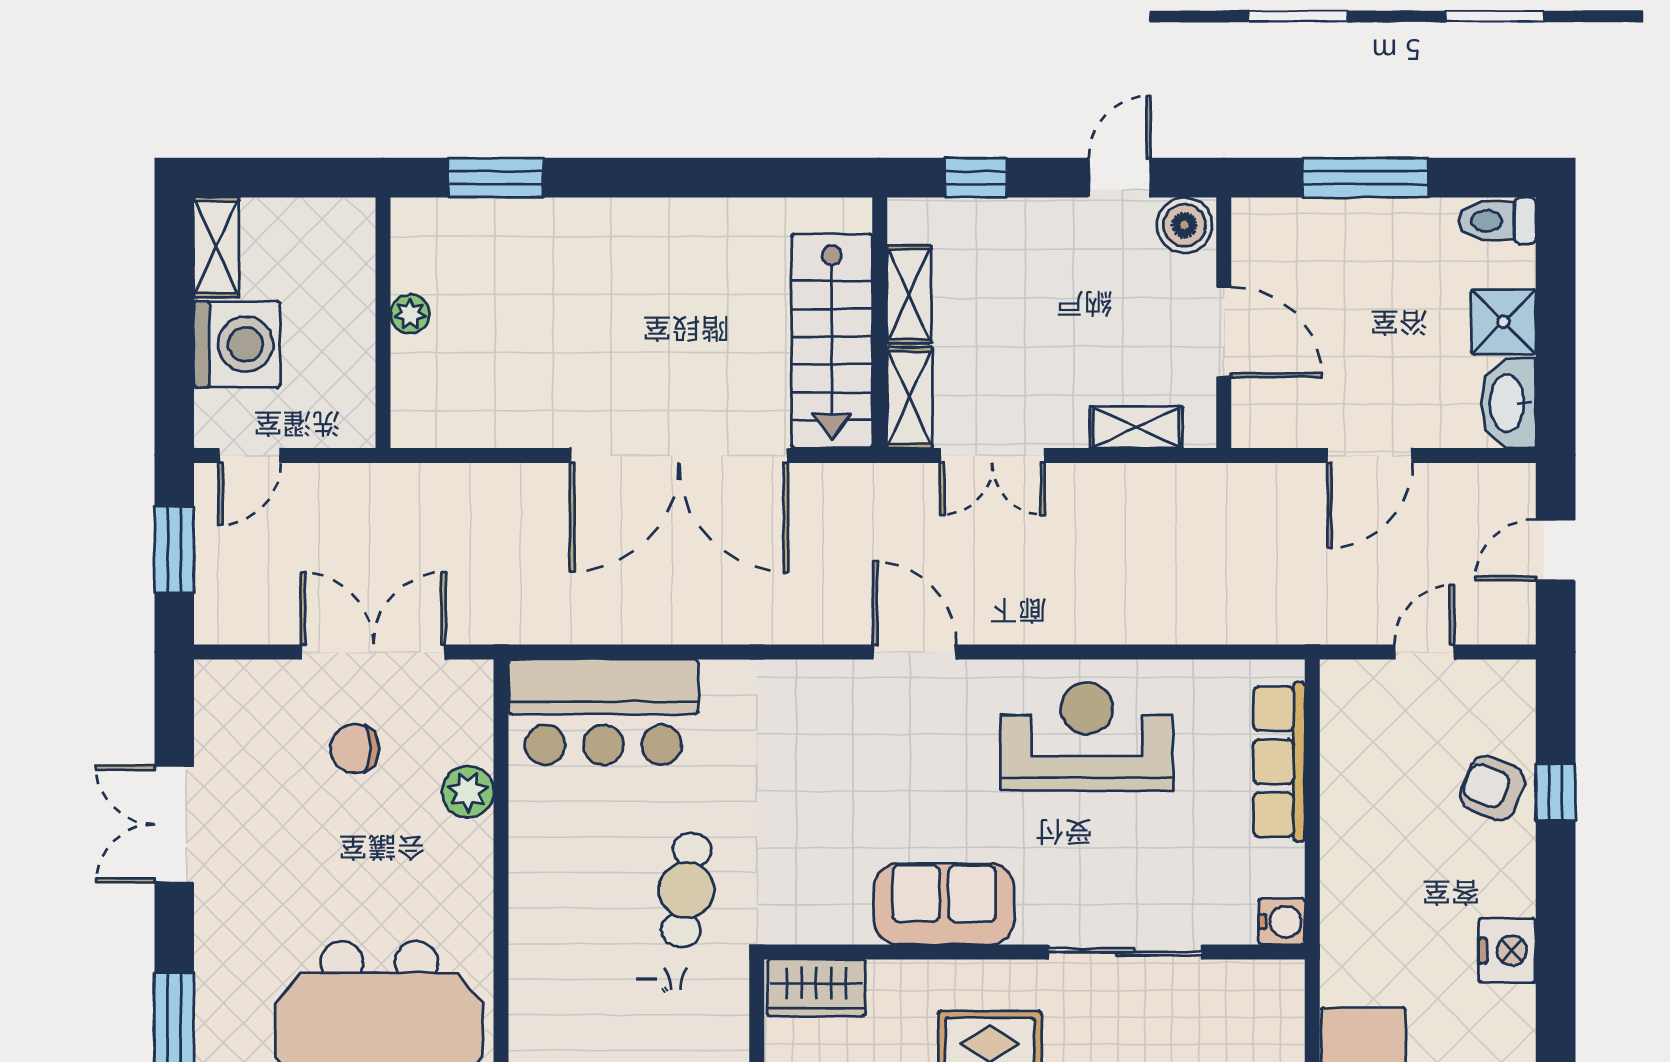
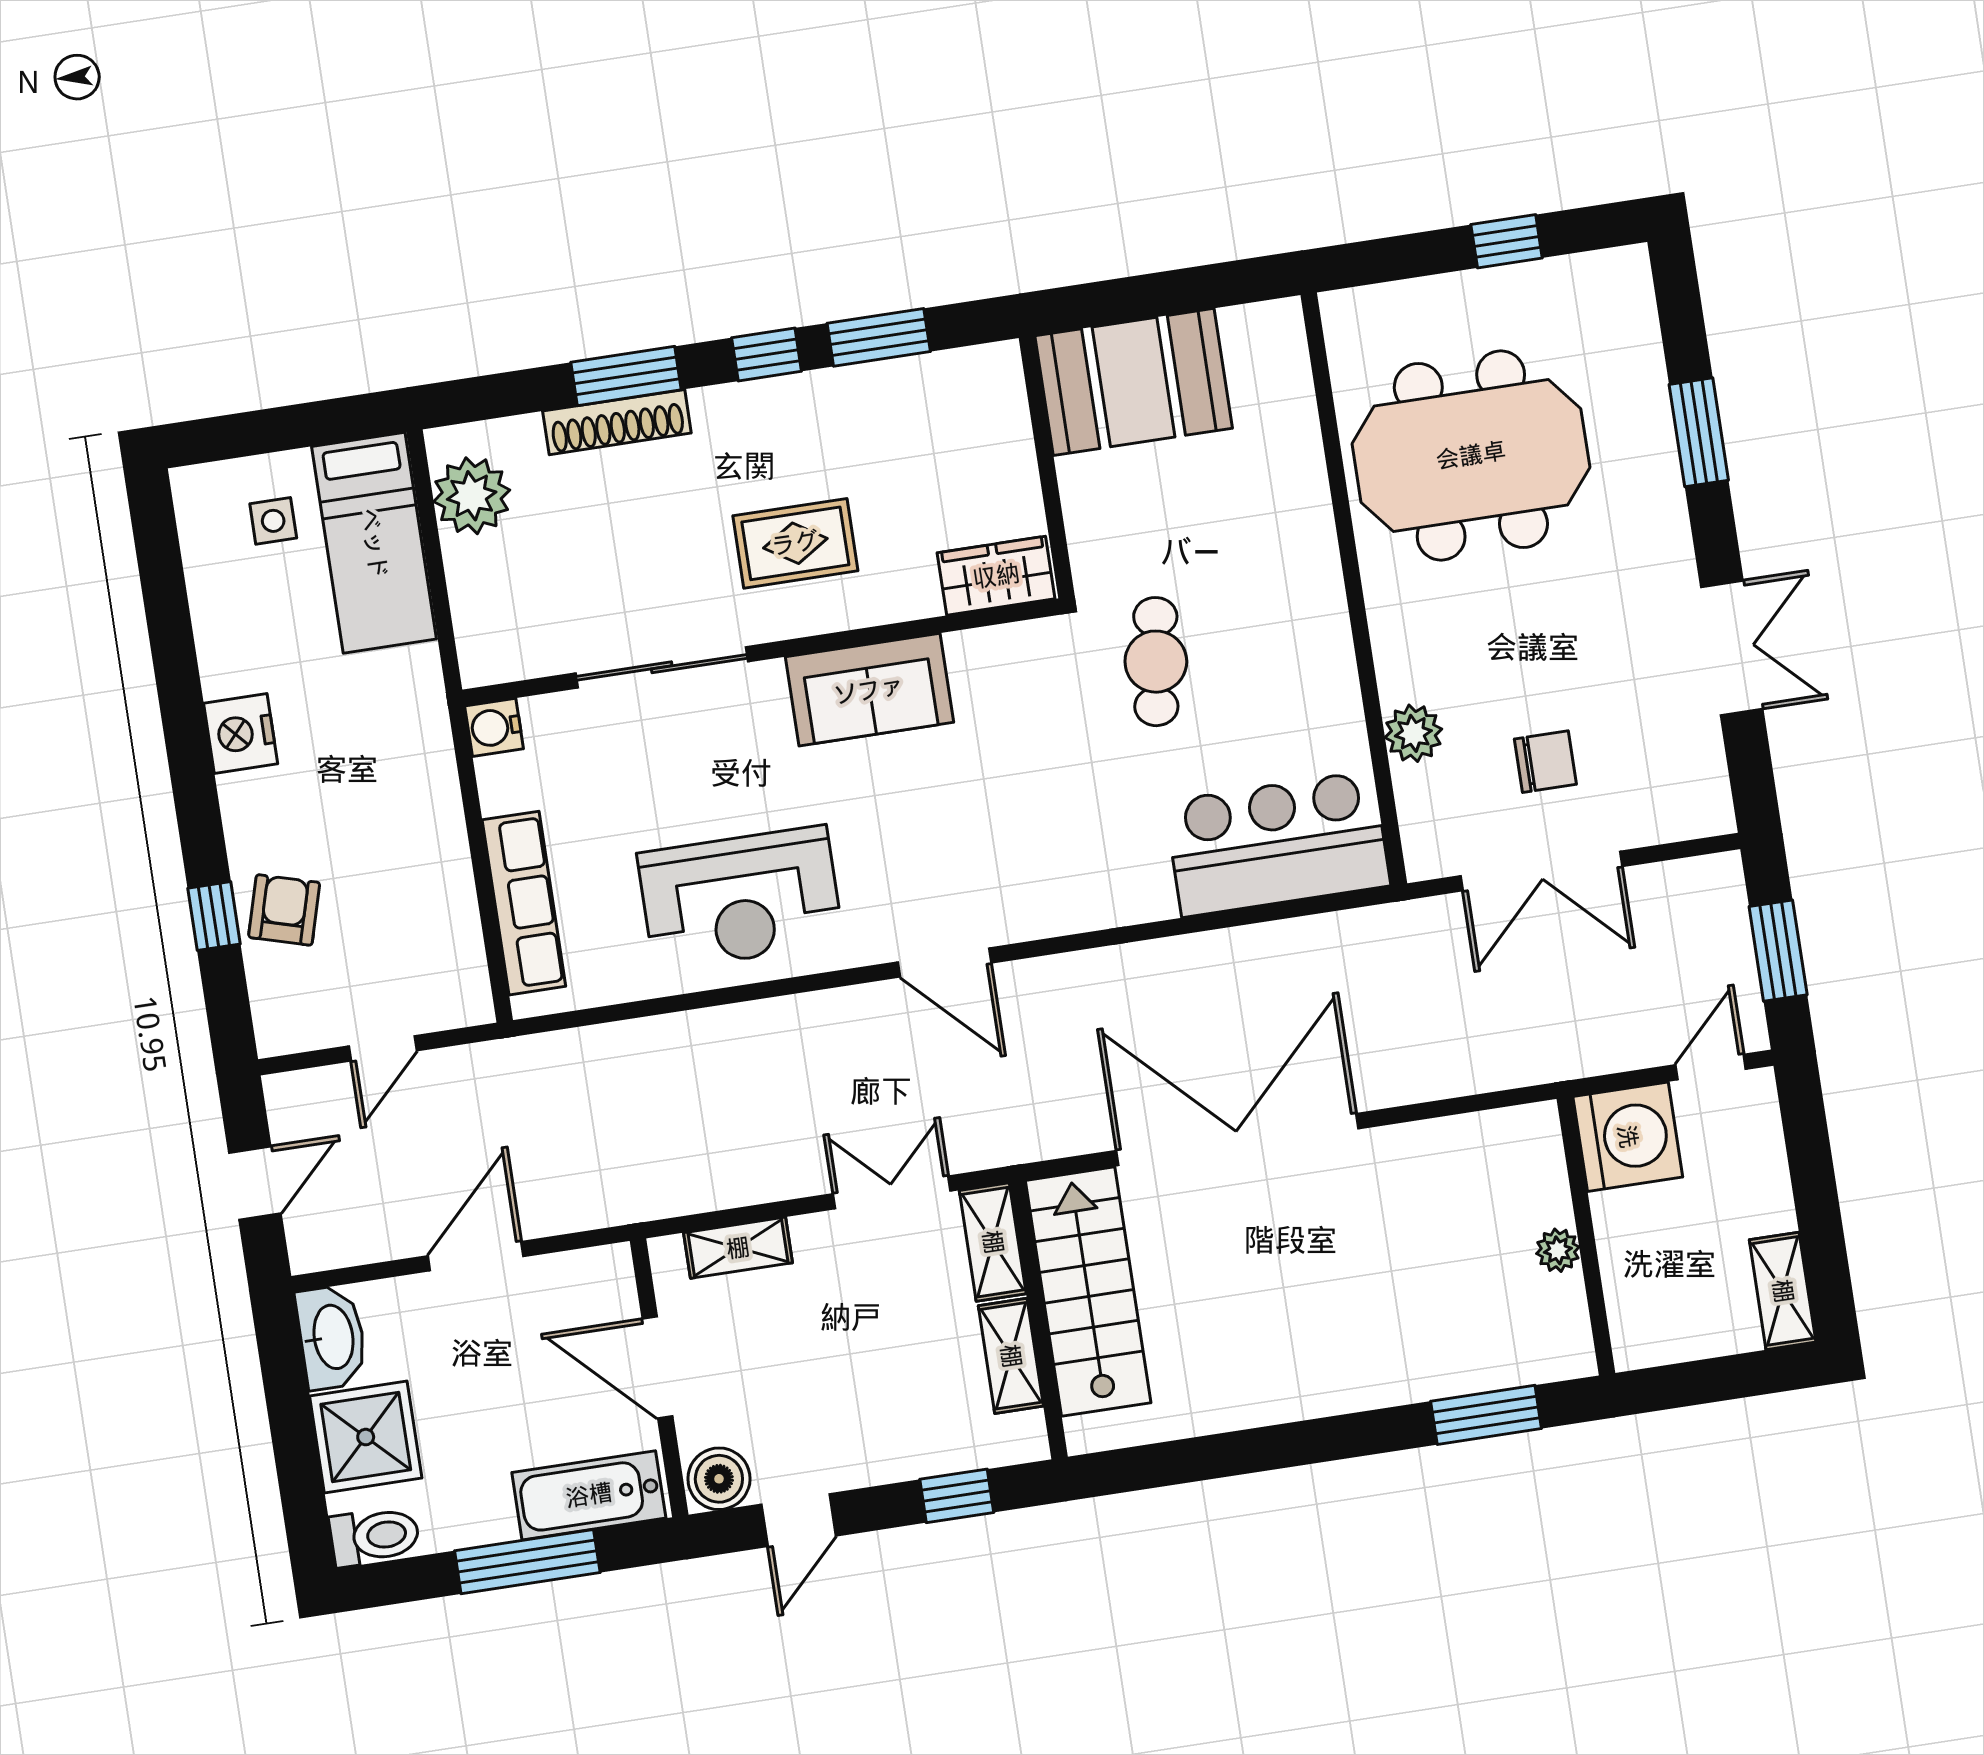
bathtub: (1302, 228) -> (589, 1495), added
shower: (1504, 322) -> (366, 1437), width x1.36, depth x1.36
washing machine: (237, 344) -> (1628, 1137), moved, turned 180
armchair: (1493, 788) -> (284, 910), turned -96

